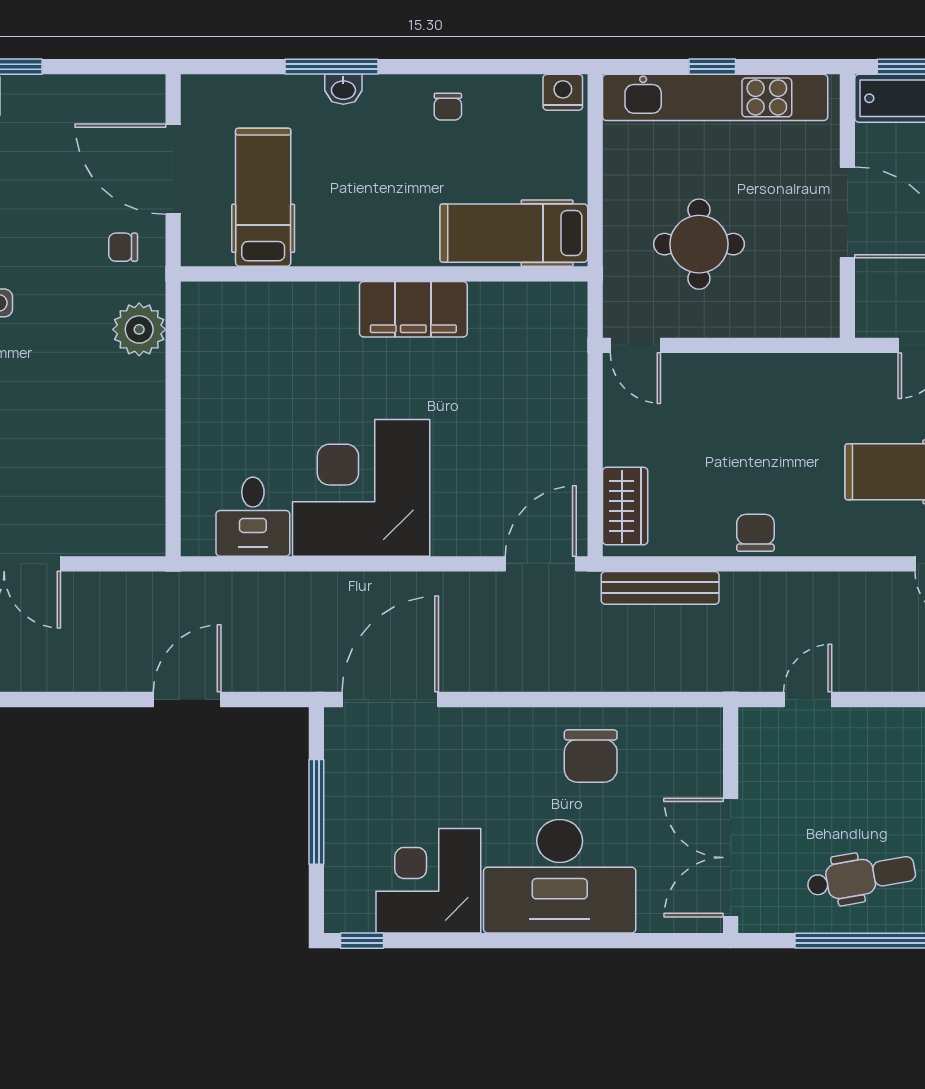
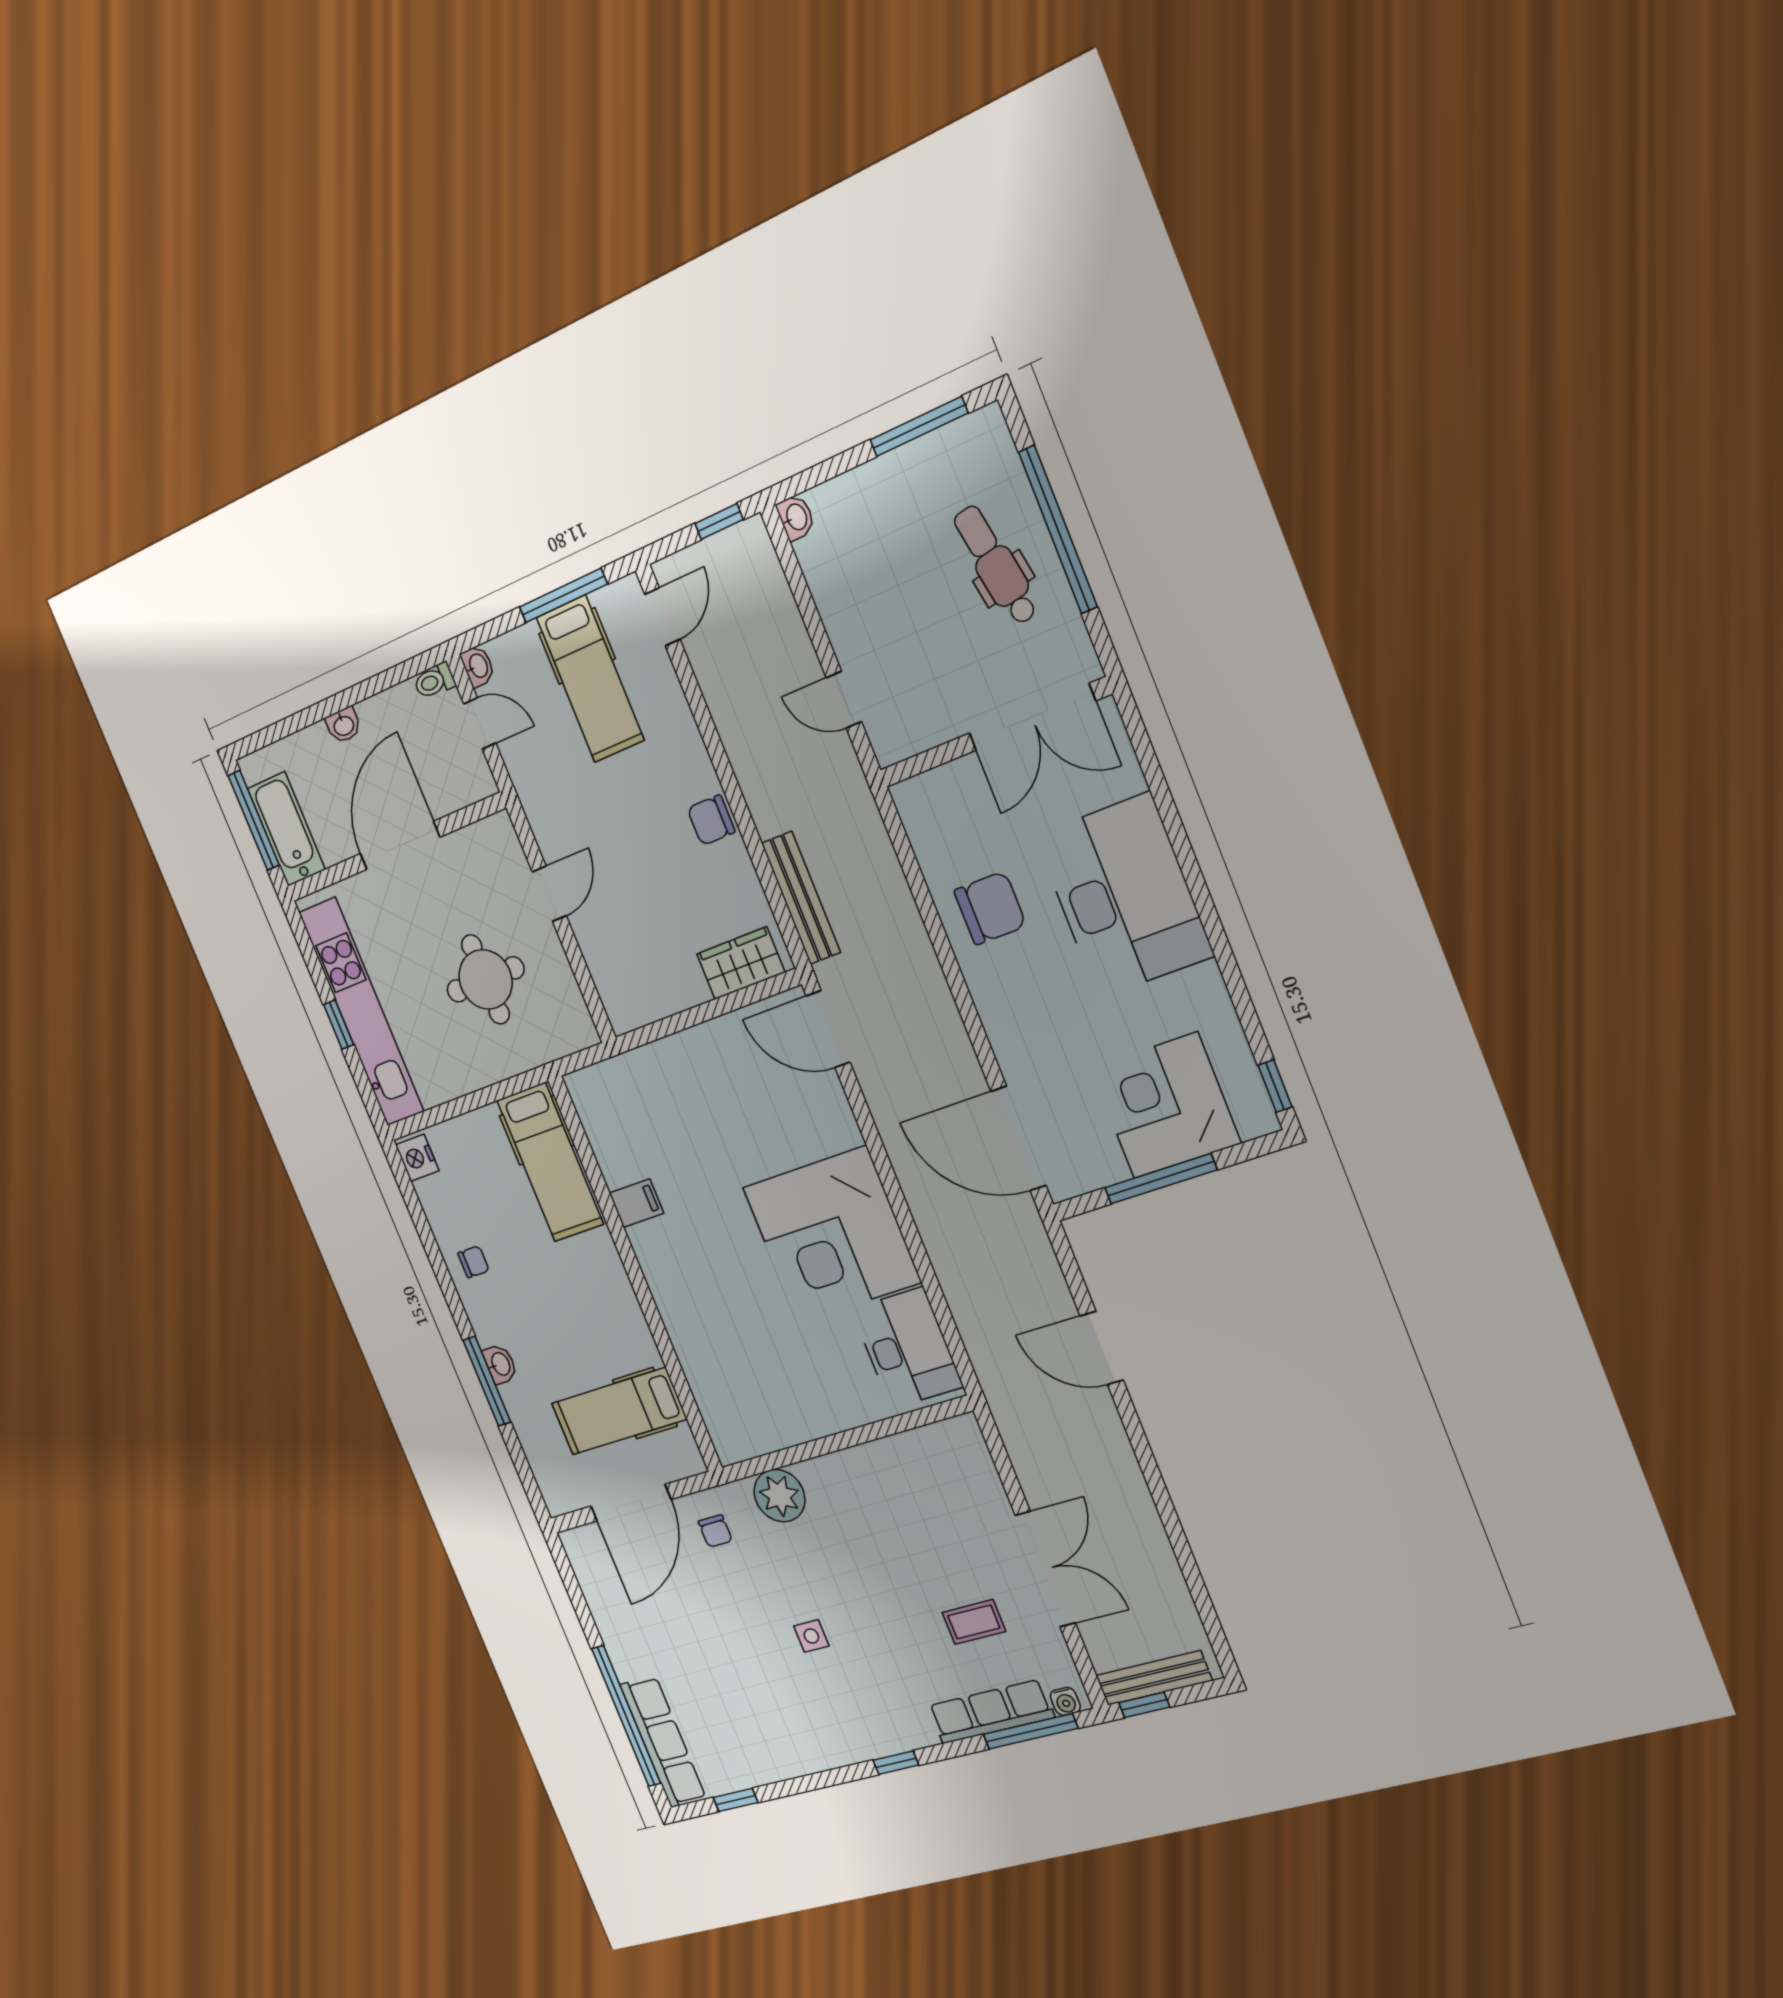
filing cabinet: (413, 309) -> (636, 1203), width x0.33, depth x0.86
door: (635, 345) -> (549, 894), moved
desk: (253, 517) -> (907, 1348), width x1.37
corner desk: (428, 881) -> (1166, 1106), moved, turned 90

